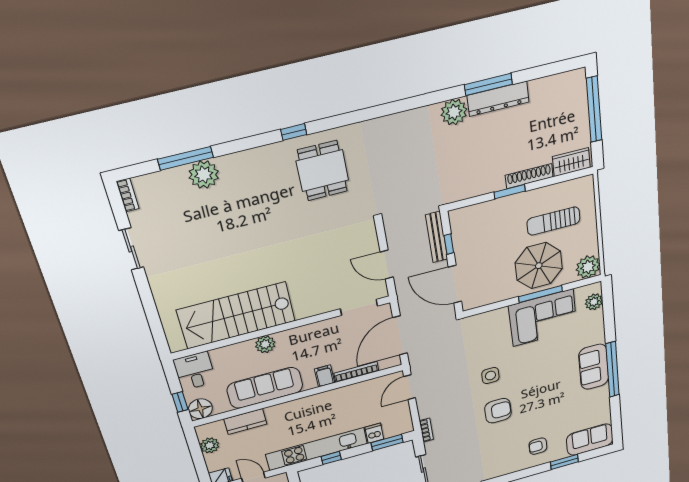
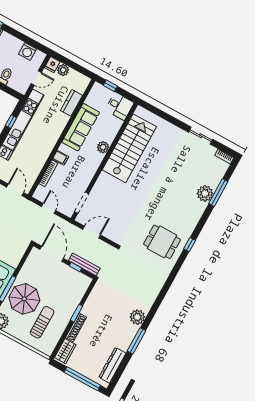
dresser: (498, 99) -> (112, 365), moved
door: (455, 284) -> (52, 254), hinge flipped
door: (400, 335) -> (49, 208), width x0.53
floor lamp: (200, 409) -> (98, 91), removed
plant: (210, 445) -> (63, 70), moved

